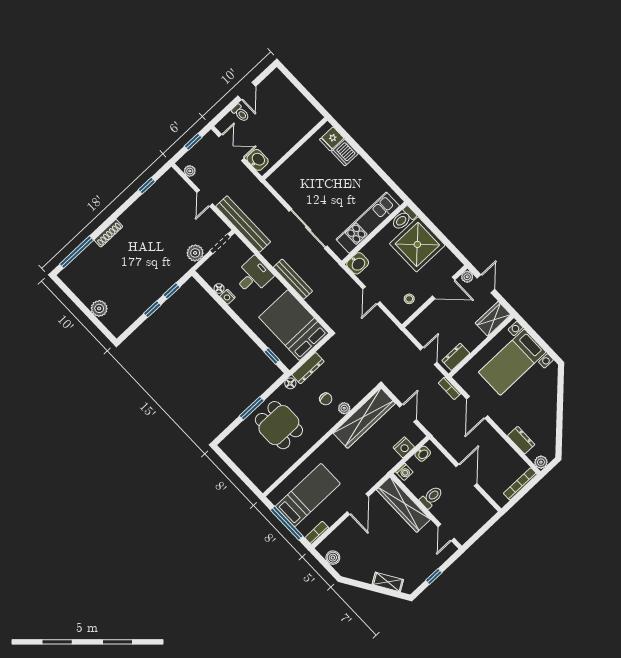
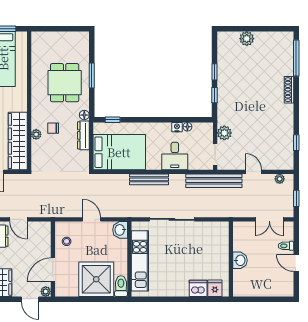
washbasin: (258, 160) -> (240, 260), moved, turned -90
dining table: (279, 425) -> (65, 83), turned 90

